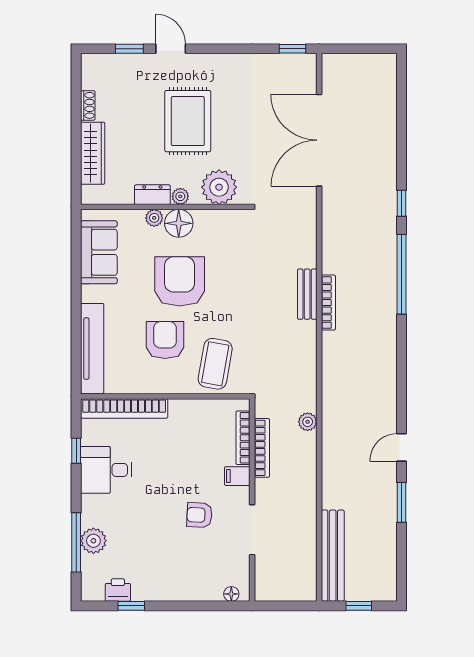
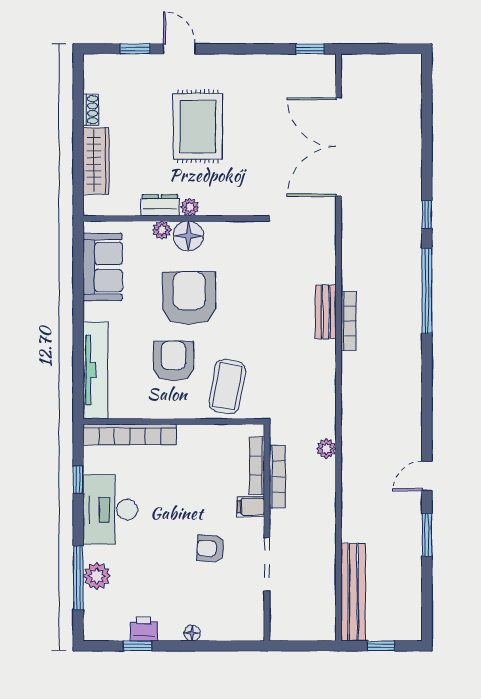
plant: (219, 187) -> (231, 197), removed
desk: (106, 470) -> (110, 510), width x1.37
printer: (118, 590) -> (144, 629), moved
floor lamp: (231, 594) -> (192, 633), moved

